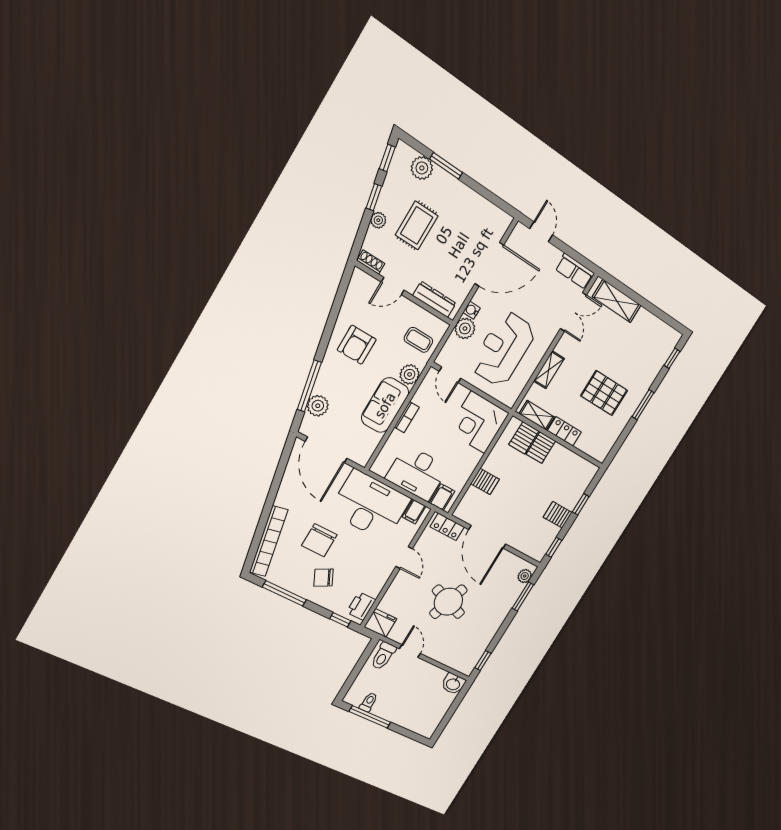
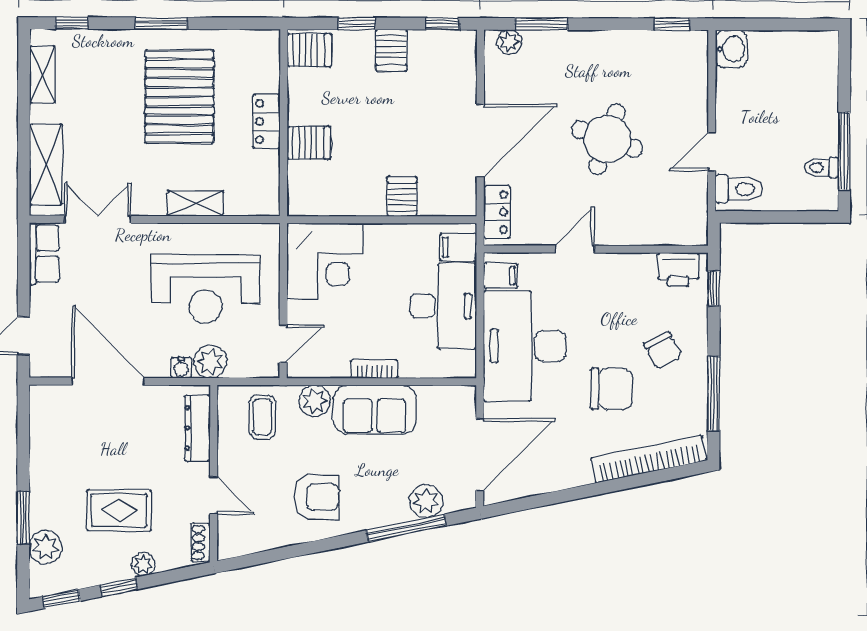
pallet: (604, 393) -> (180, 97), width x1.37, depth x1.41
shelving: (537, 415) -> (43, 74), moved
server rack: (524, 438) -> (309, 50), moved
fridge: (380, 623) -> (690, 224), removed

